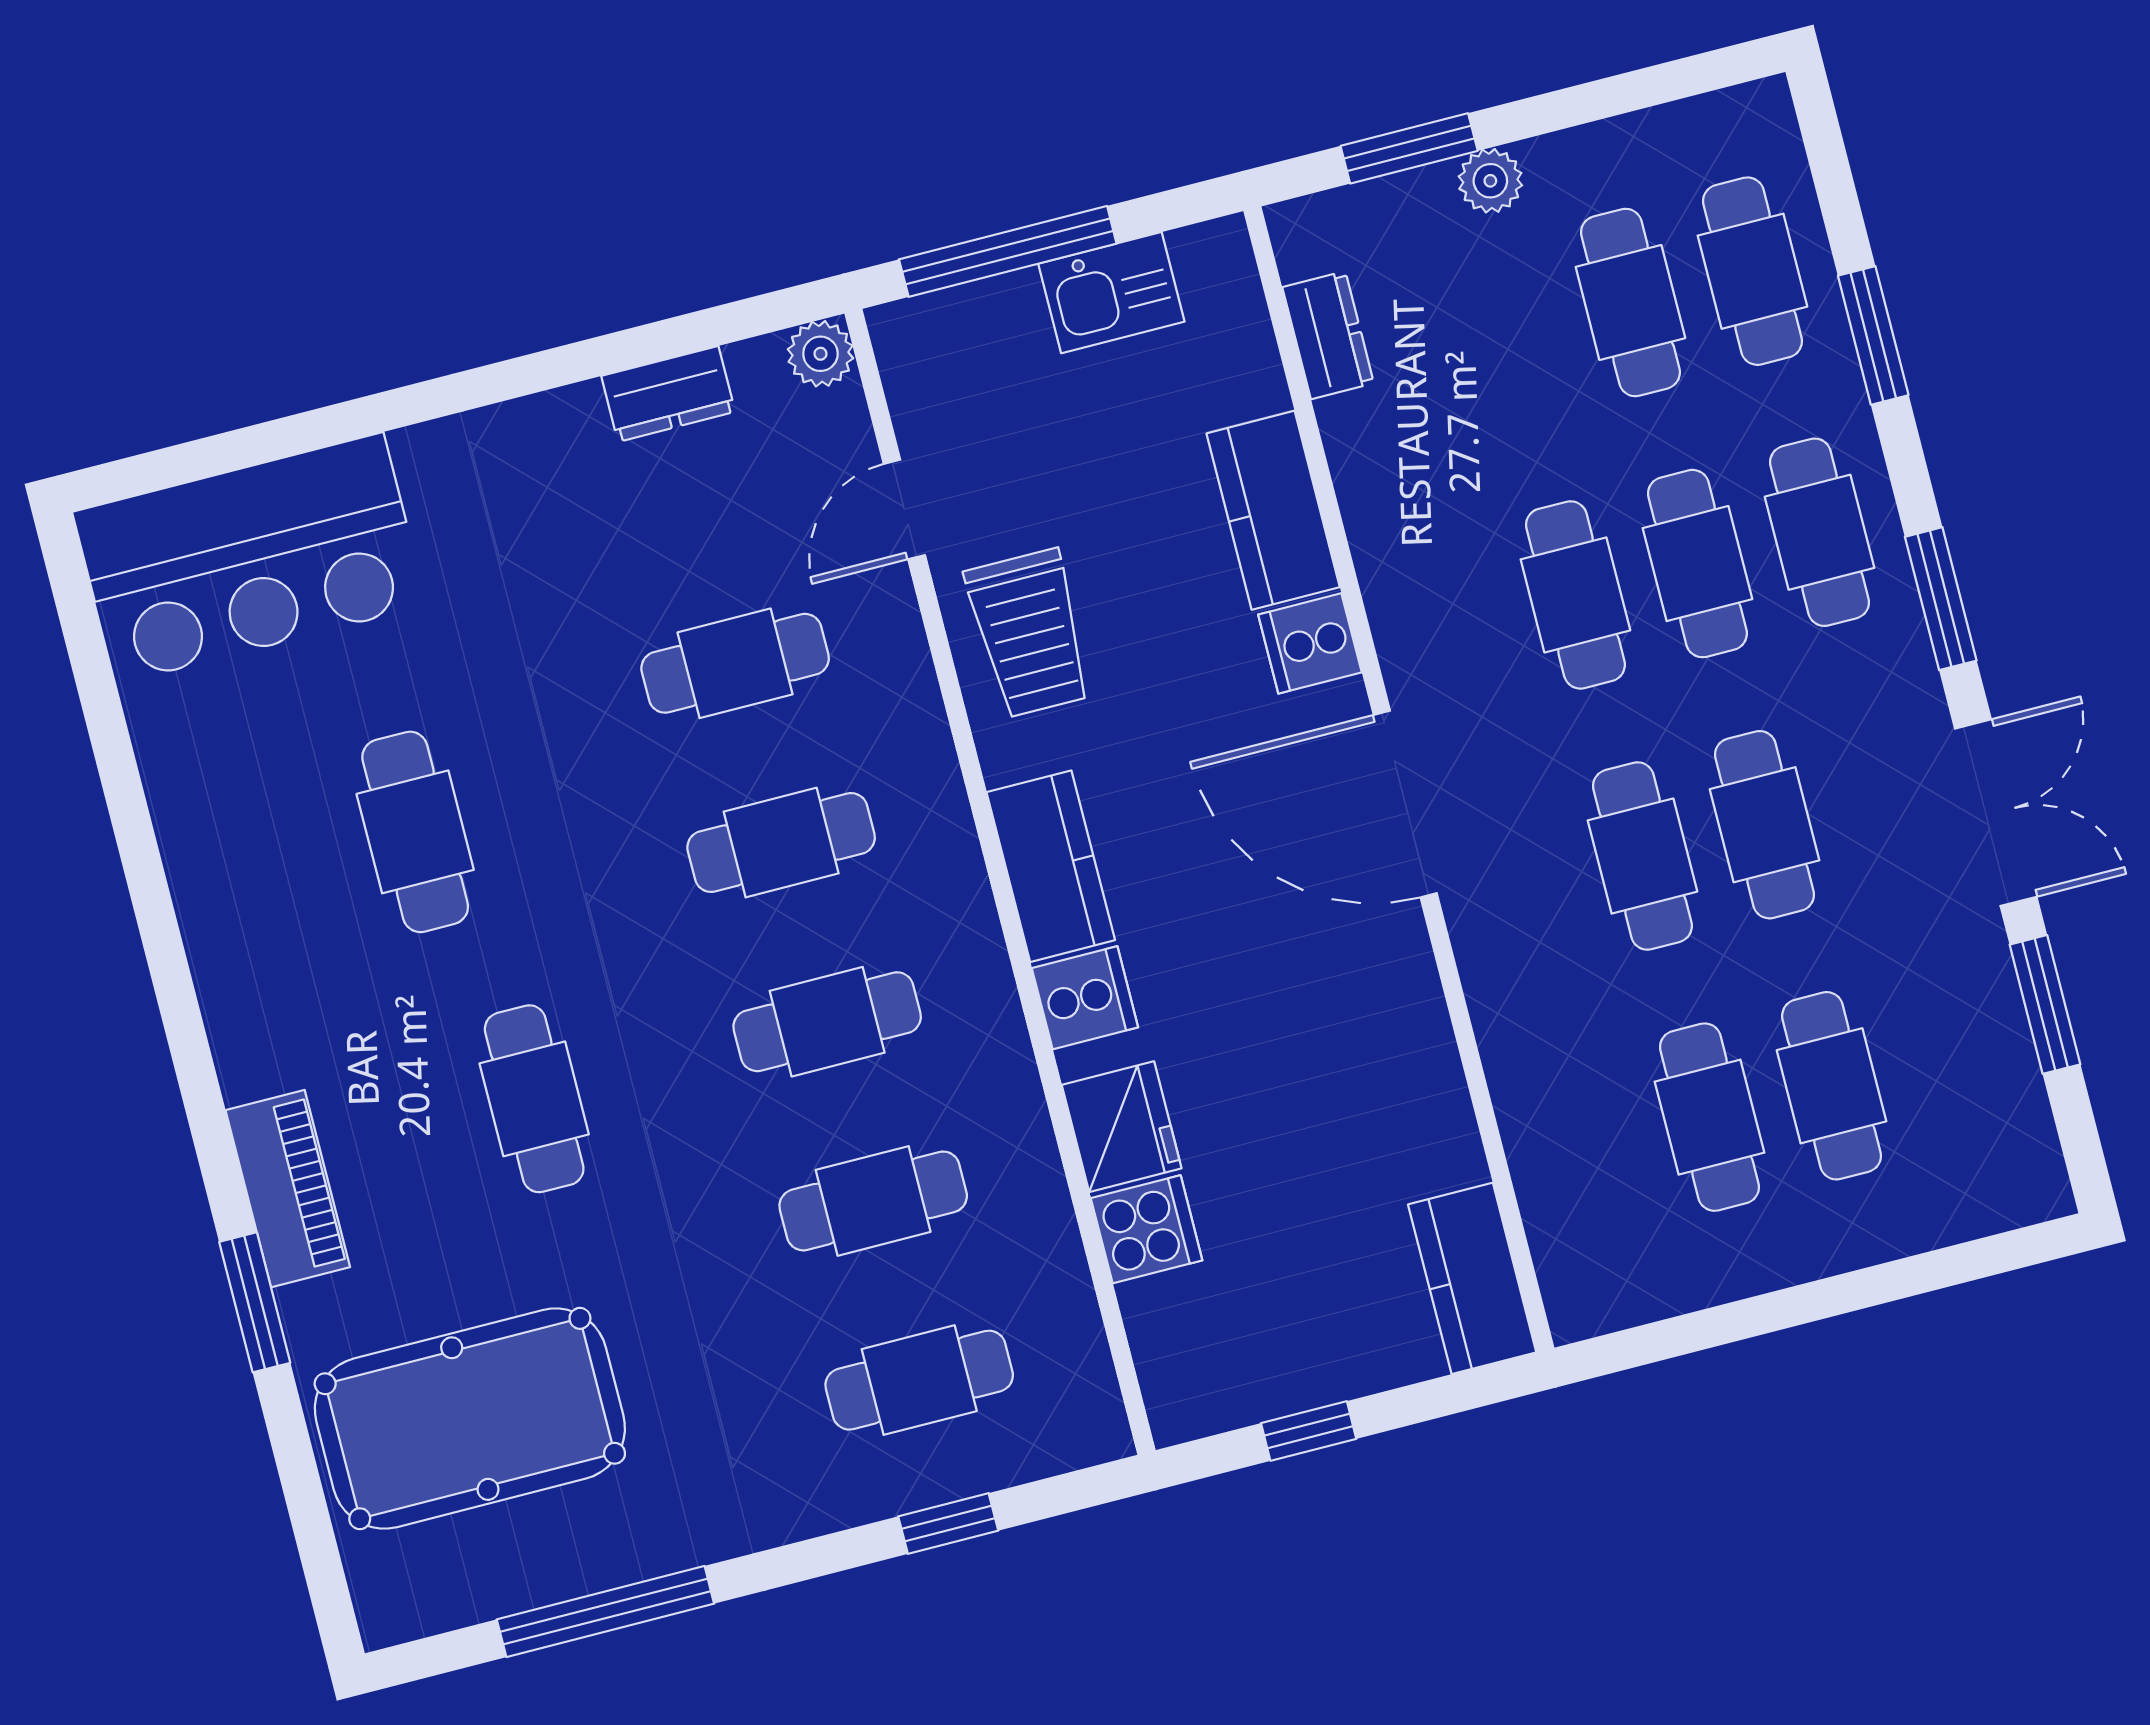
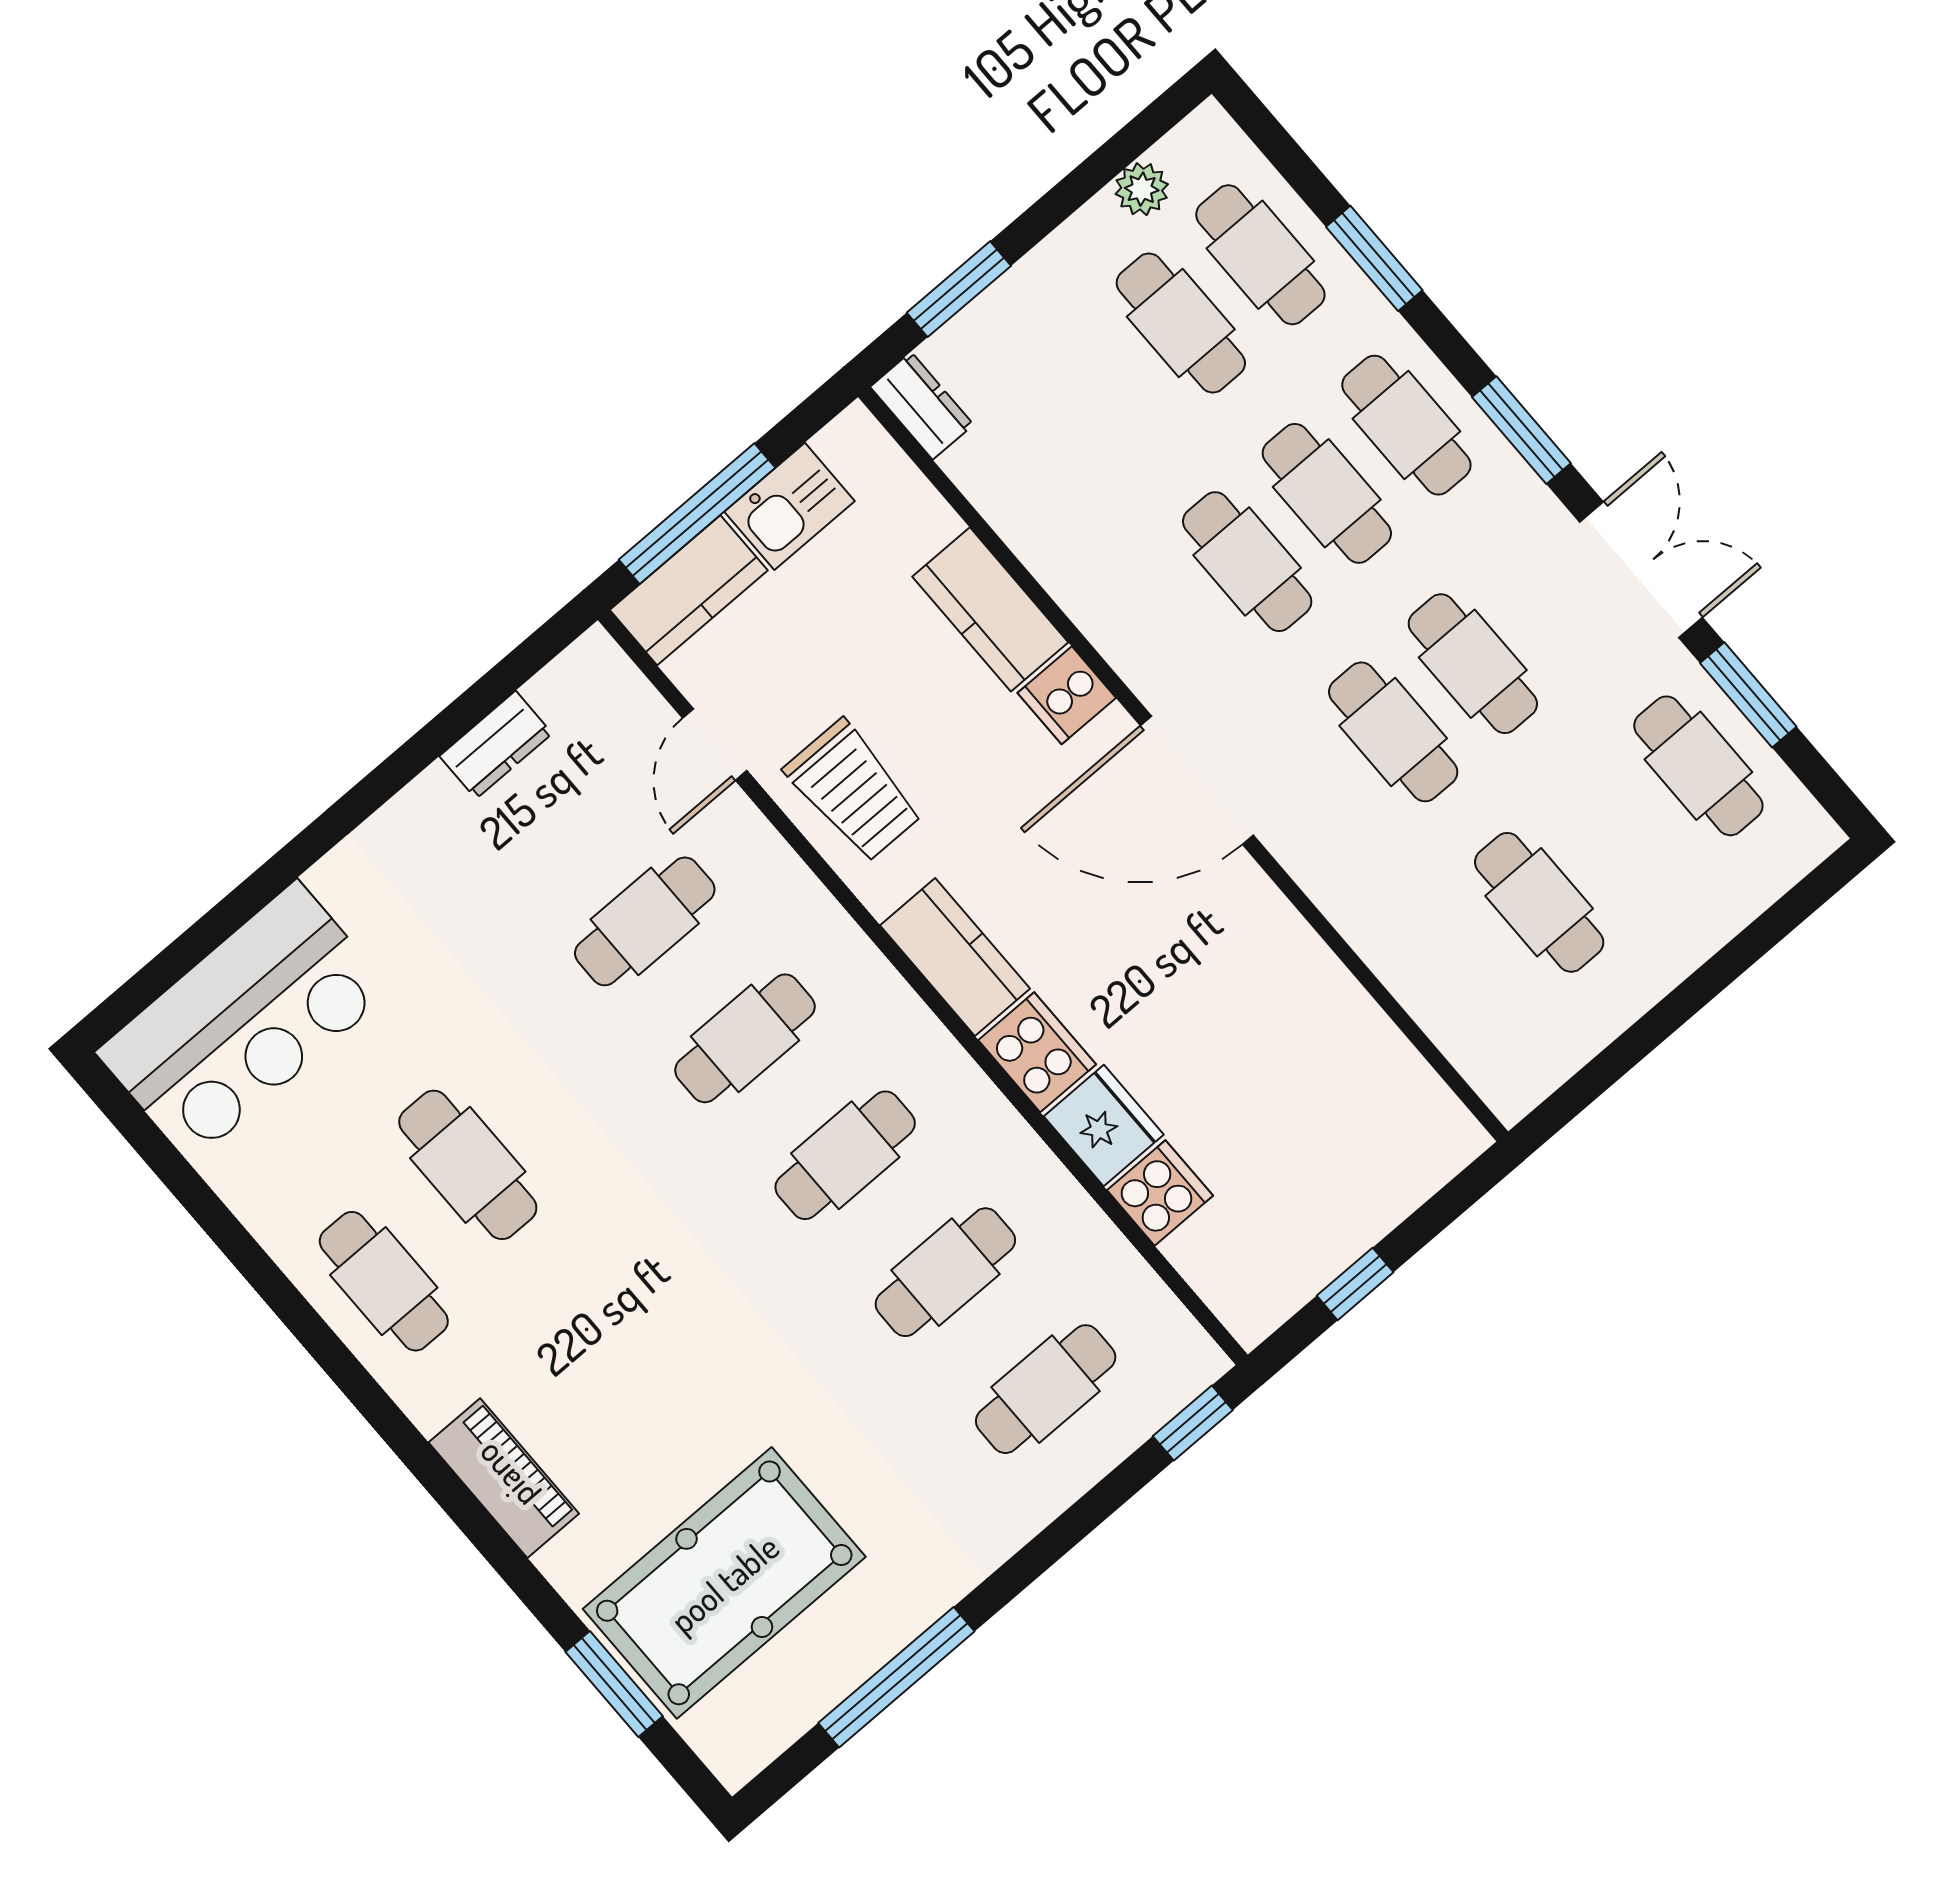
plant: (1490, 181) -> (1142, 189), moved
dresser: (1328, 335) -> (922, 406), moved
plant: (820, 354) -> (595, 659), removed
cooker: (1085, 998) -> (1037, 1052), width x1.36
cafe table: (1832, 1086) -> (1698, 766), moved
cafe table: (534, 1099) -> (384, 1281), moved
kitchen counter: (1472, 1278) -> (689, 590), moved, turned -90
window: (255, 1302) -> (614, 1684), moved
window: (948, 1524) -> (1193, 1423), moved

